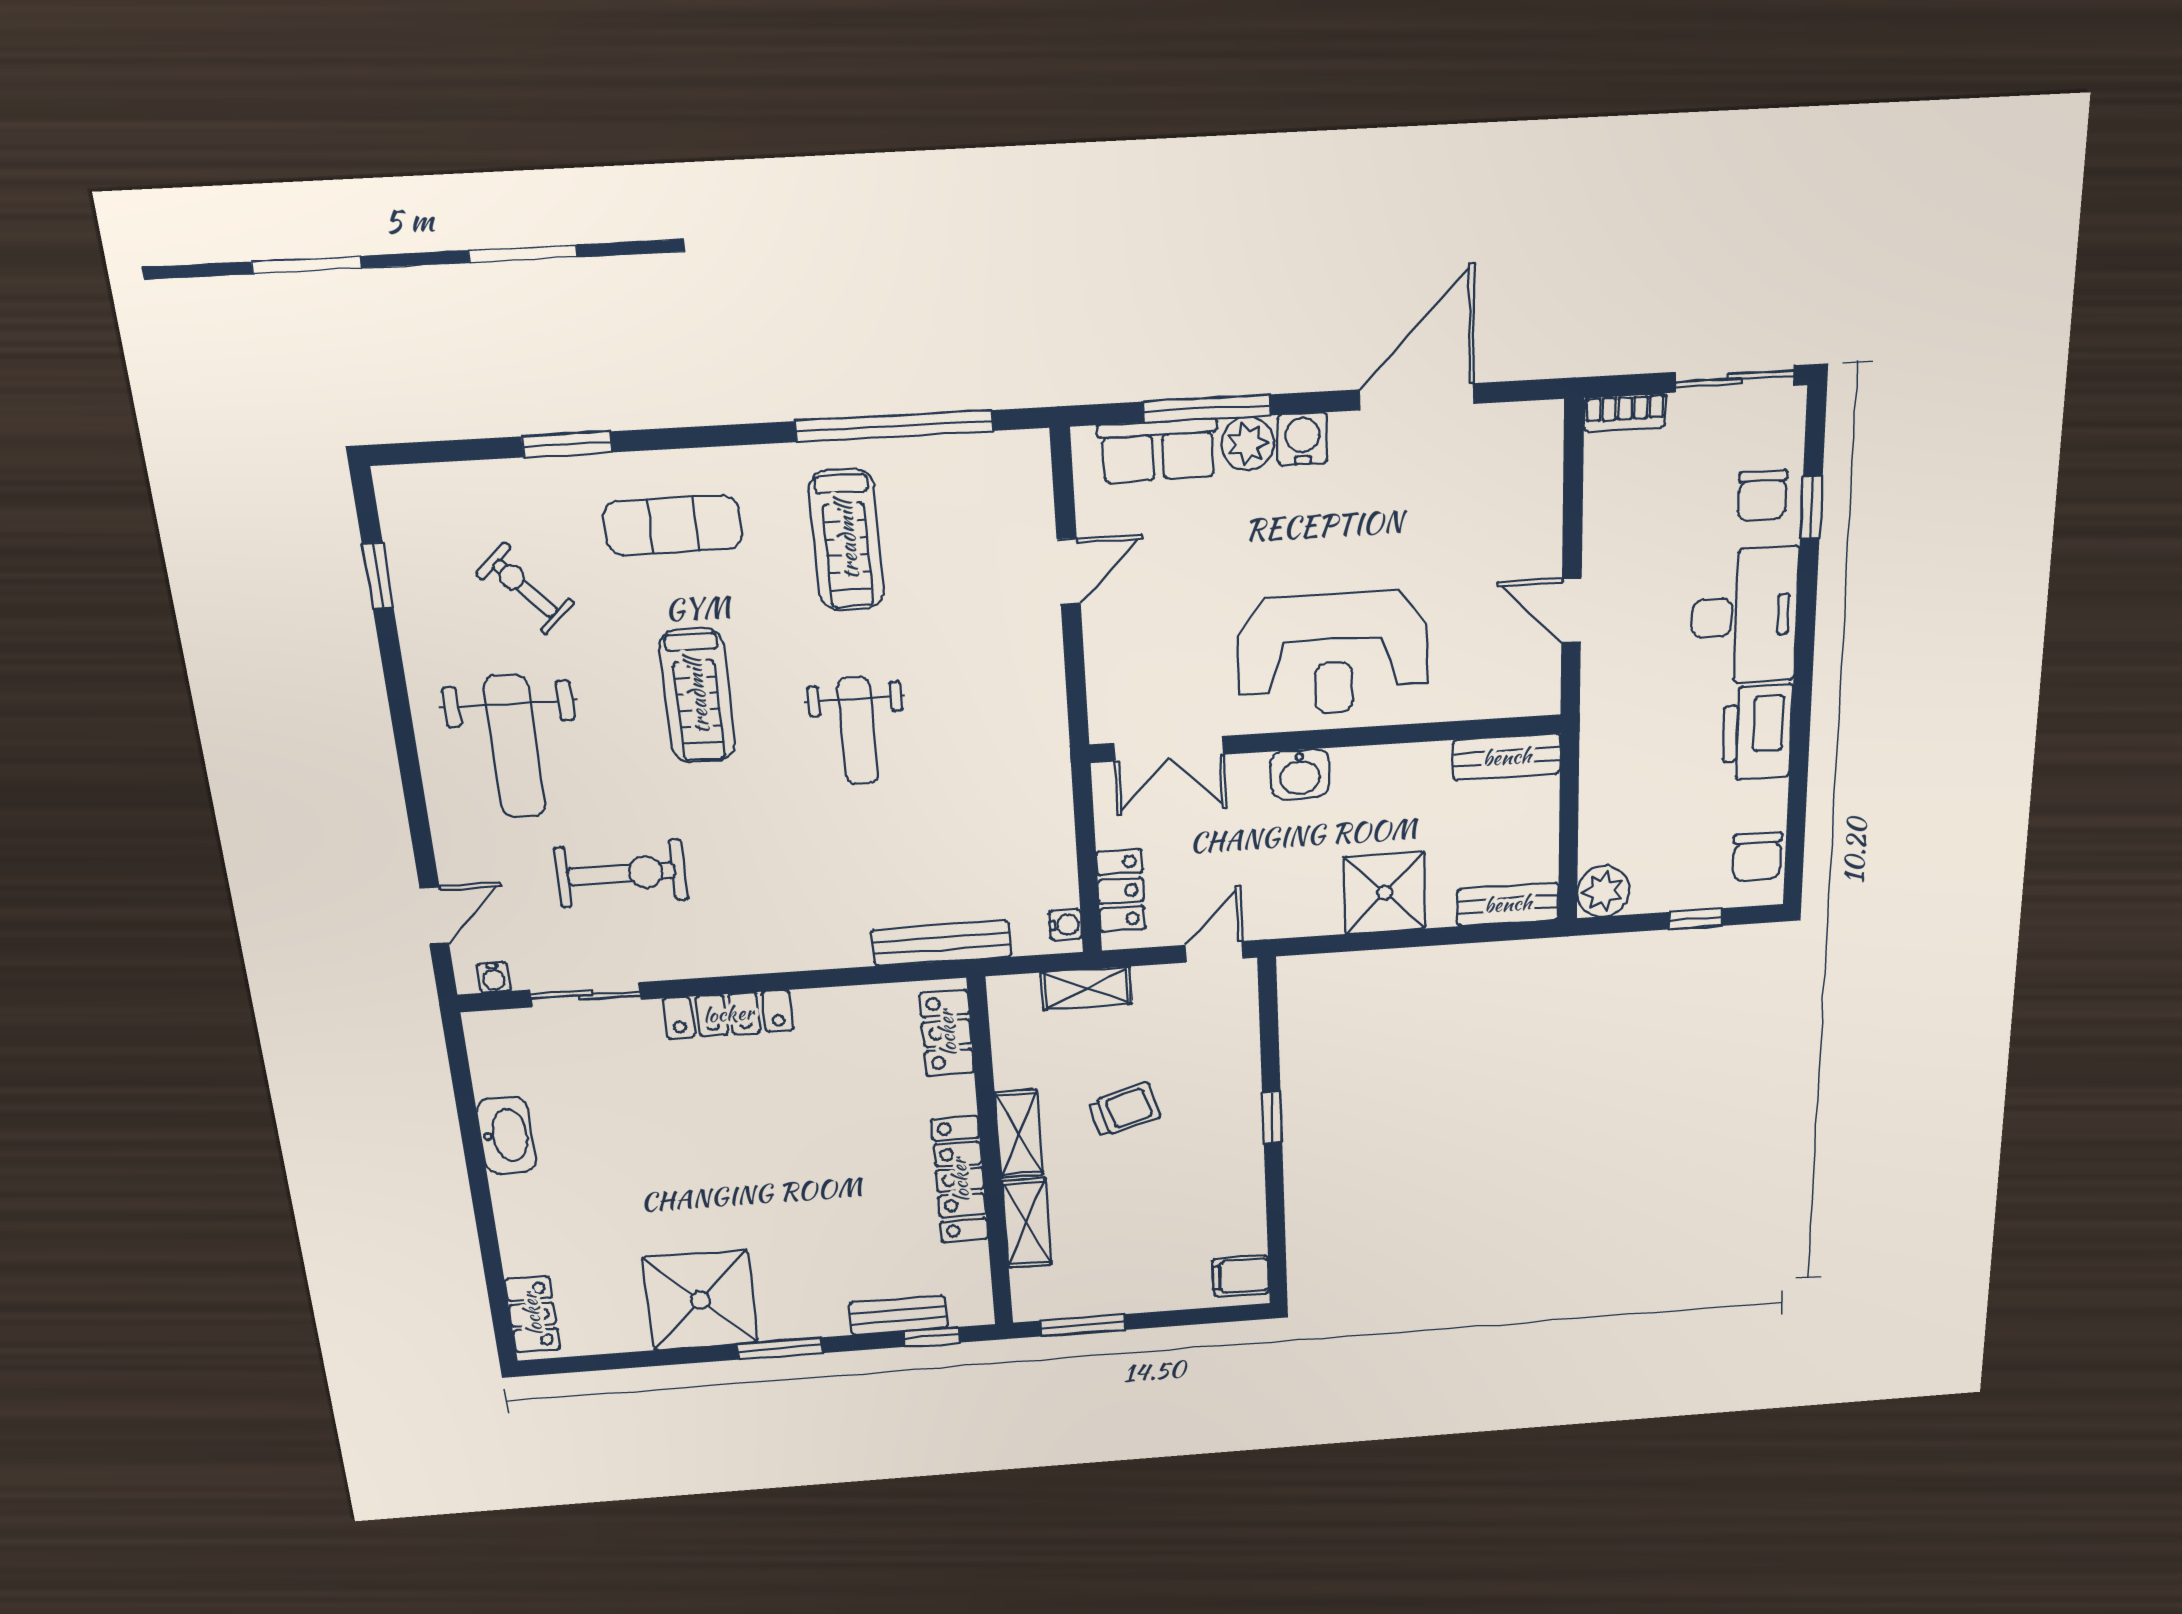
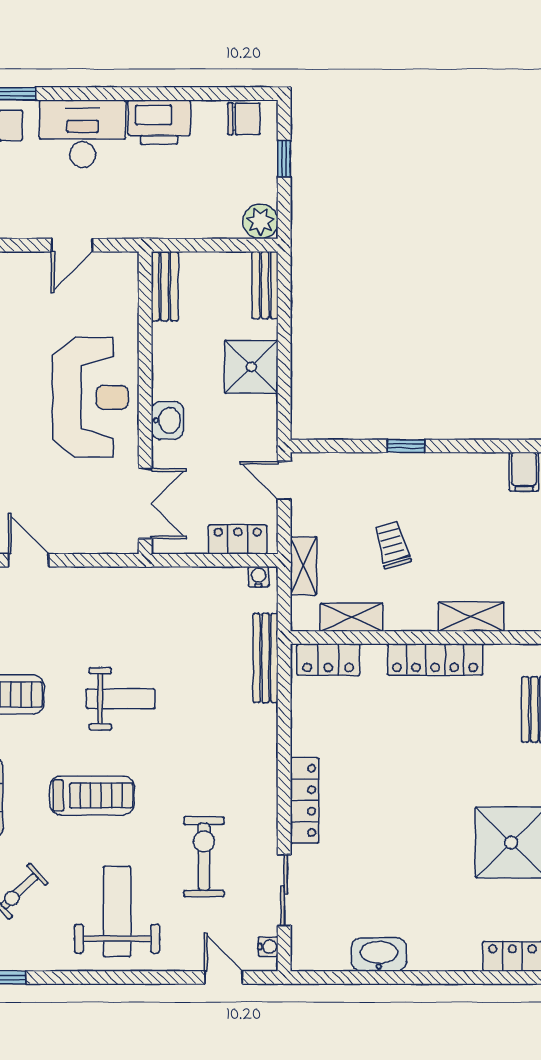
weight bench: (515, 747) -> (117, 911), turned -90
shelving: (1019, 1134) -> (351, 617), moved

